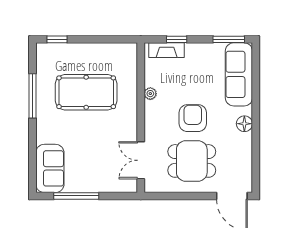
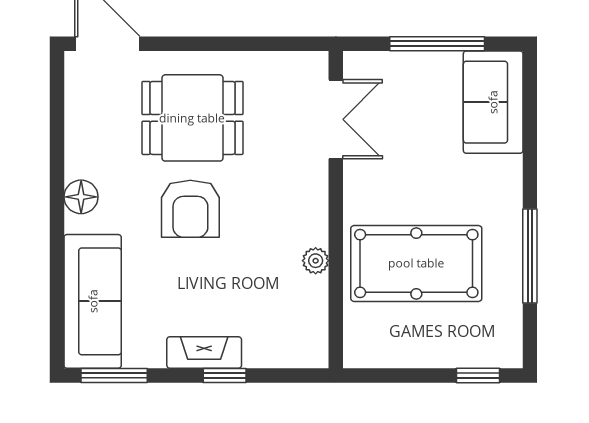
fireplace: (167, 50) -> (204, 353), moved
plant: (150, 94) -> (316, 261), moved
wall: (141, 118) -> (336, 210), moved
double door: (141, 160) -> (336, 119), moved

